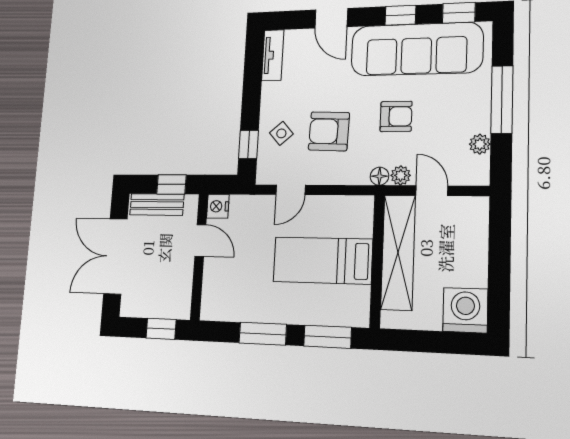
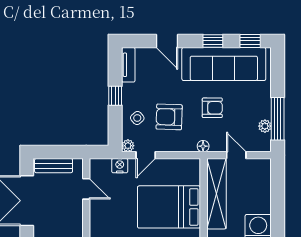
window: (502, 99) -> (278, 119), moved
window: (248, 144) -> (115, 96), moved
plant: (401, 175) -> (128, 146), moved
window: (171, 184) -> (63, 152), removed
nightstand: (218, 206) -> (120, 166), moved, turned 90
bed: (323, 260) -> (169, 207), width x1.50

